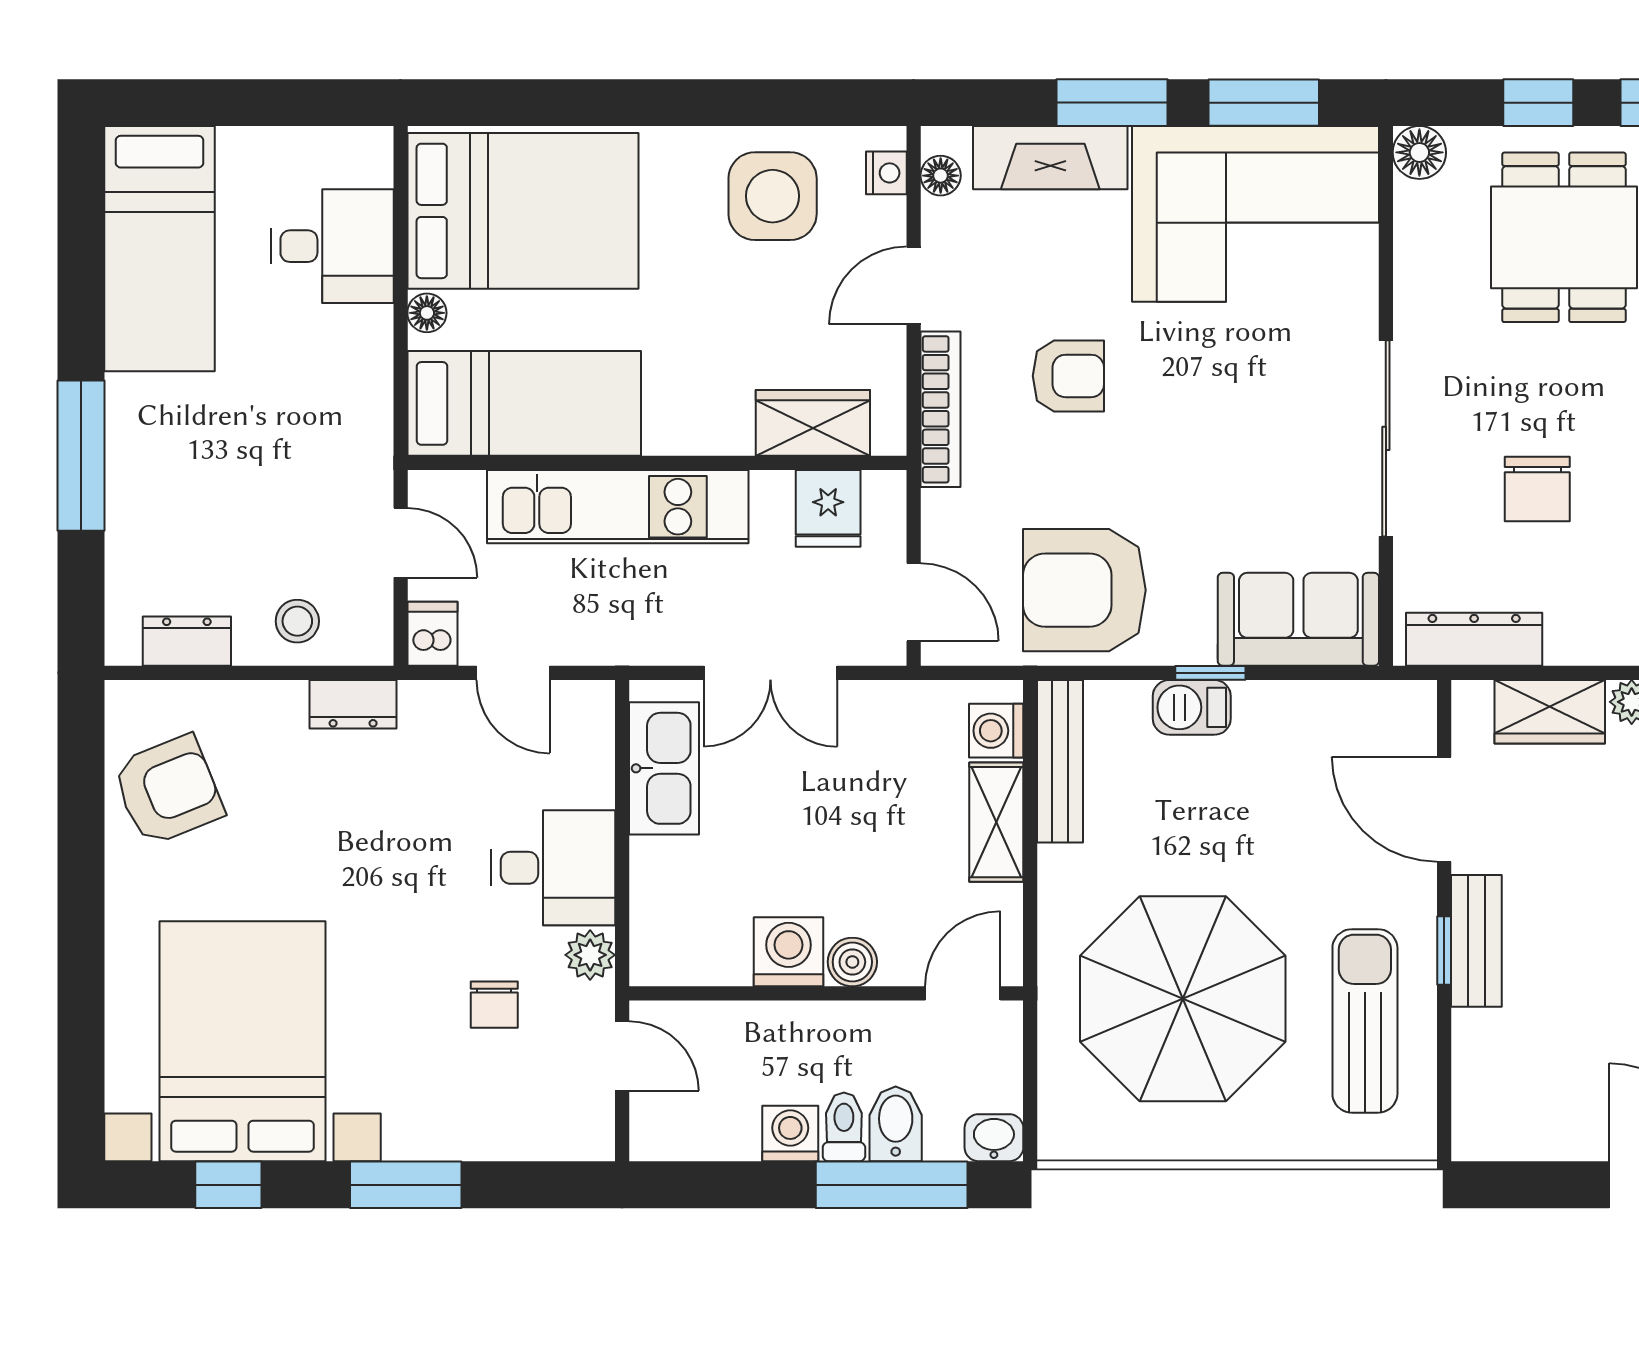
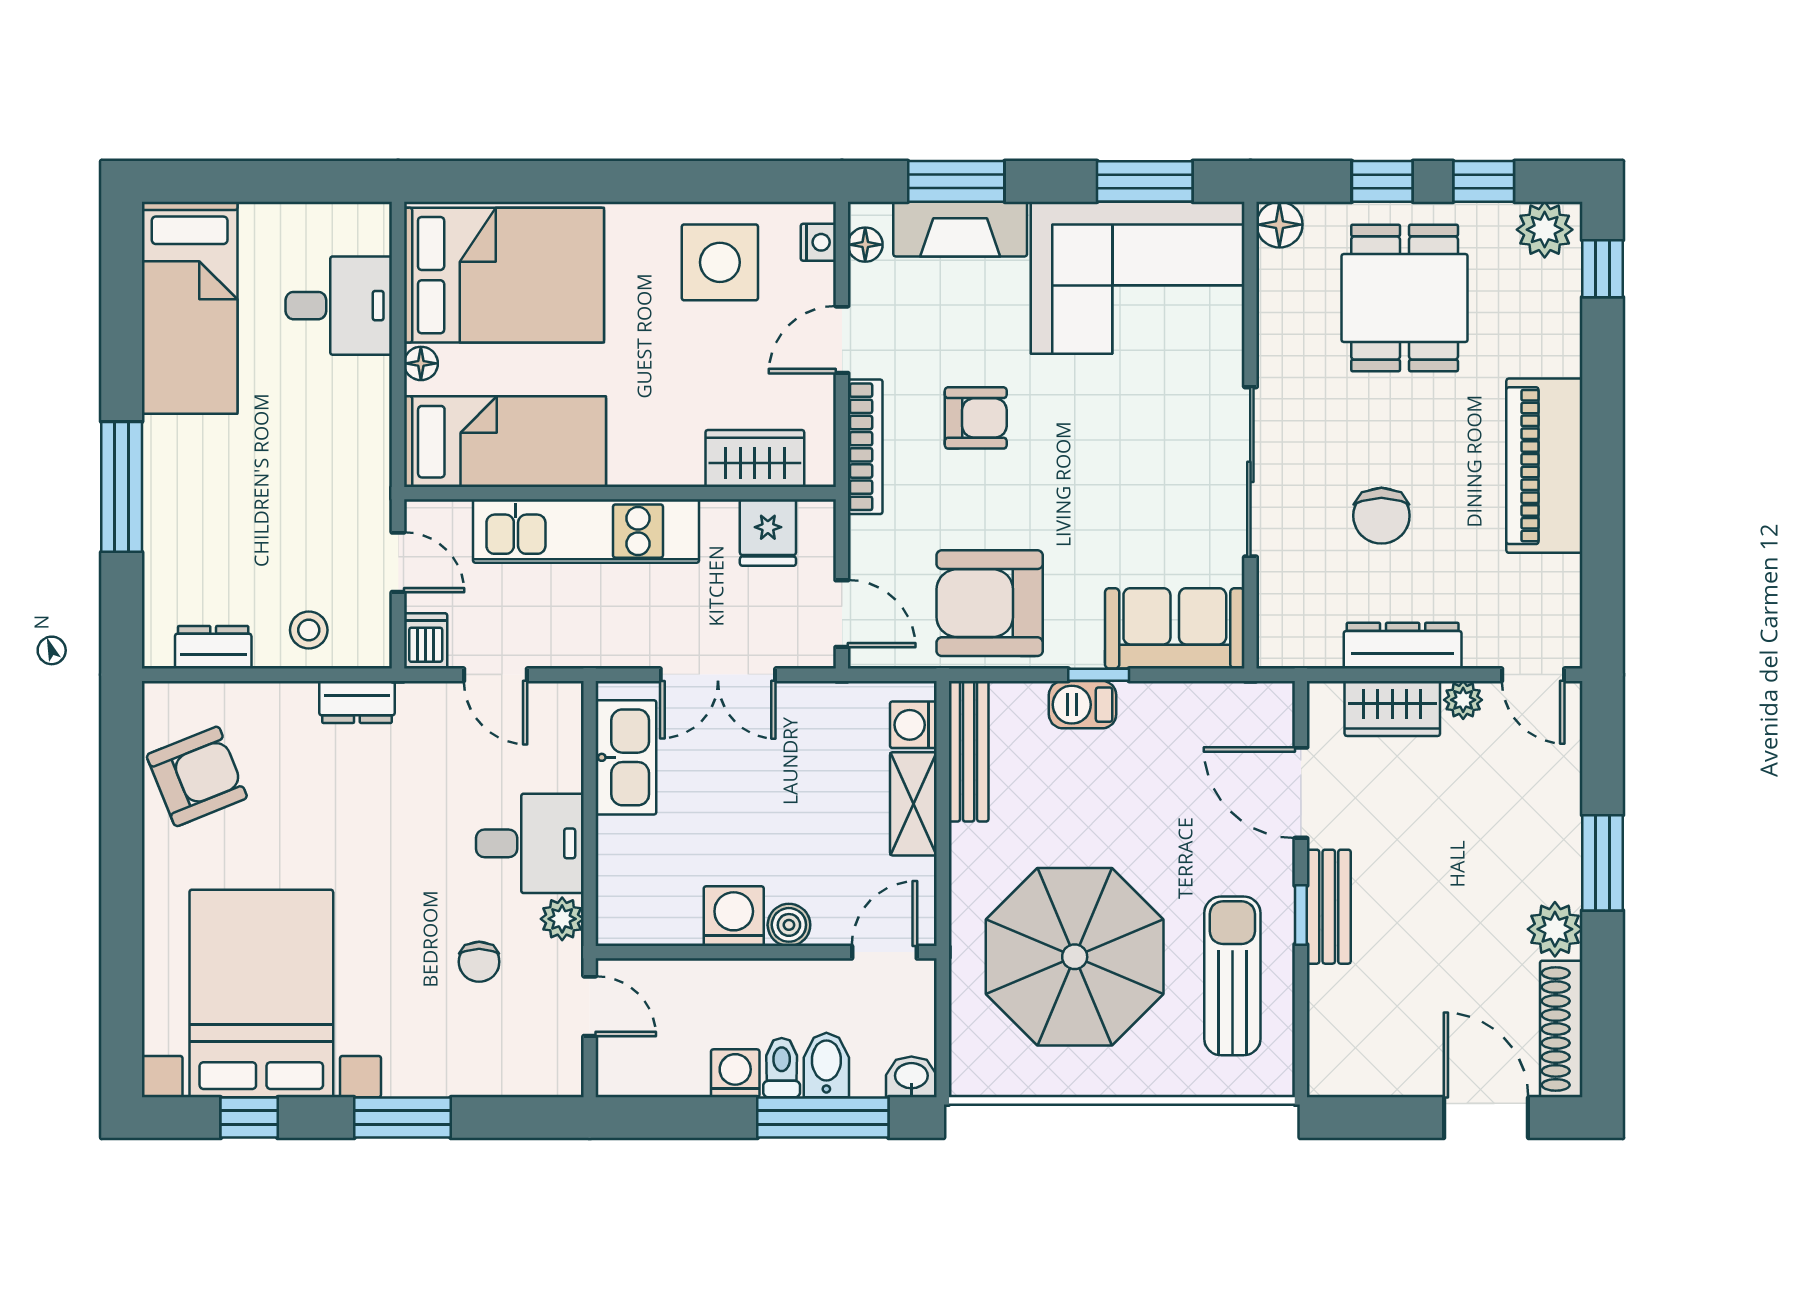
window: (1112, 103) -> (956, 181), moved
dresser: (1474, 639) -> (1403, 646), moved

